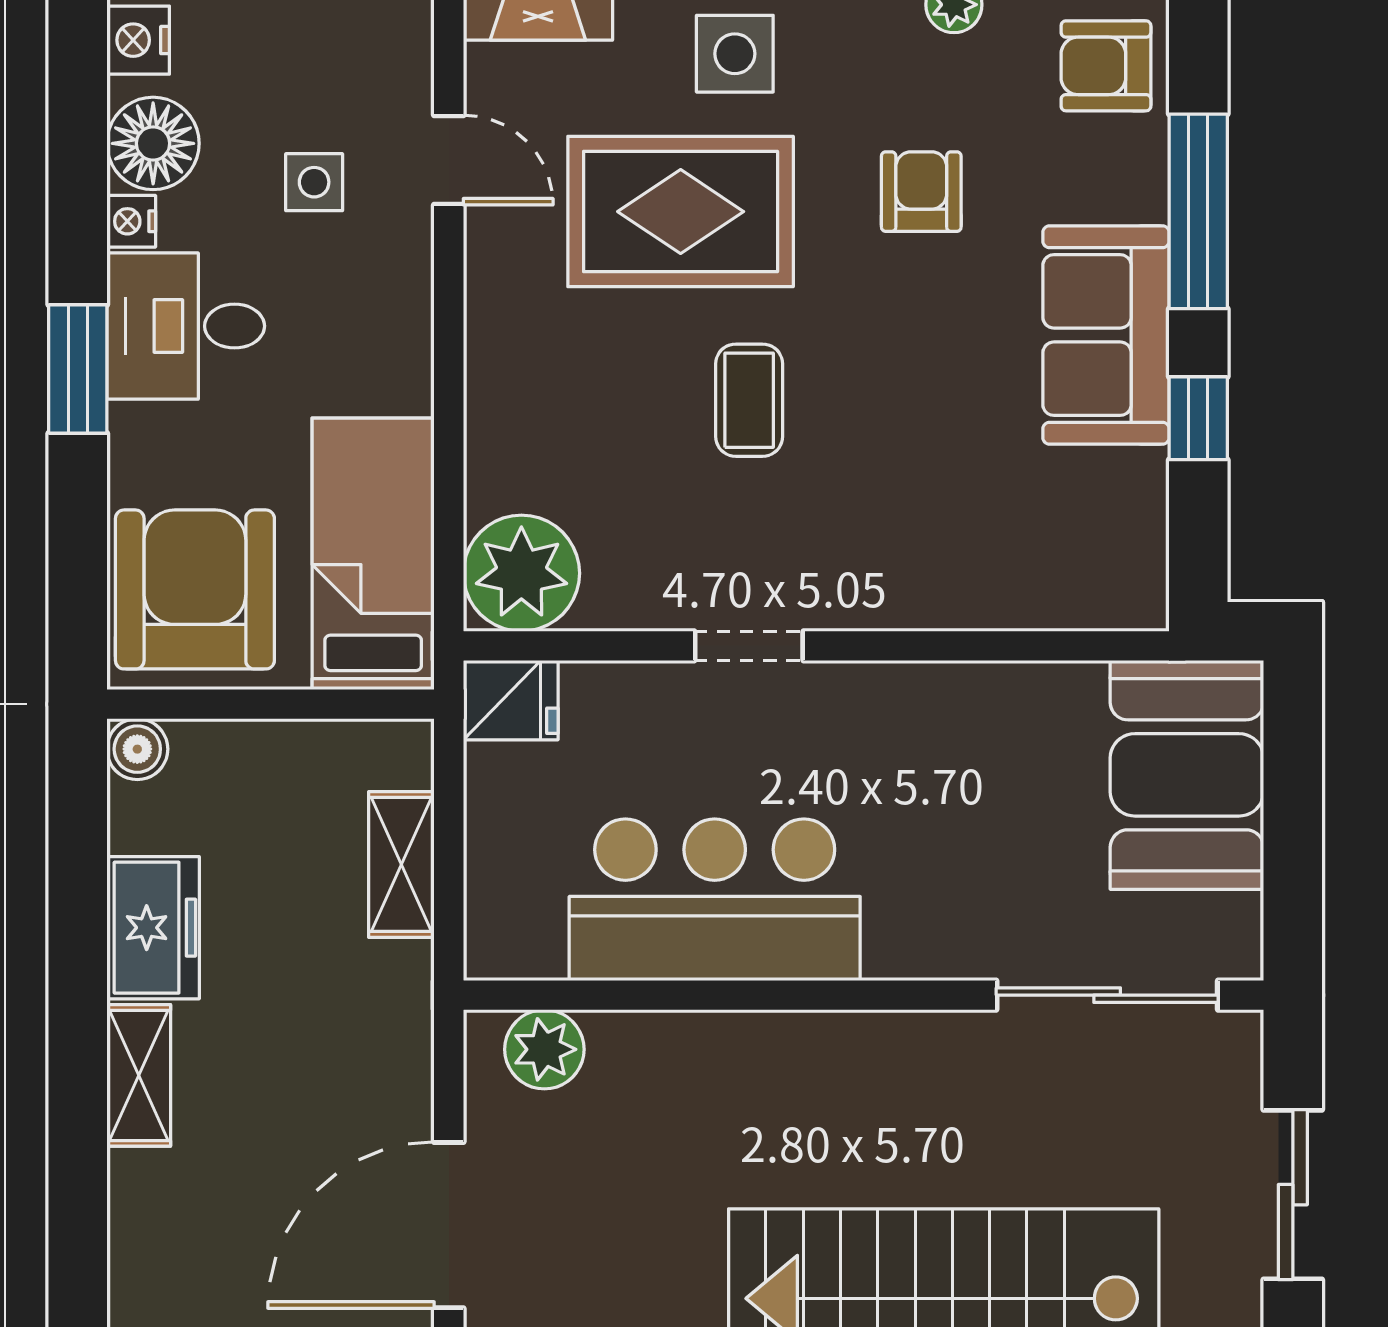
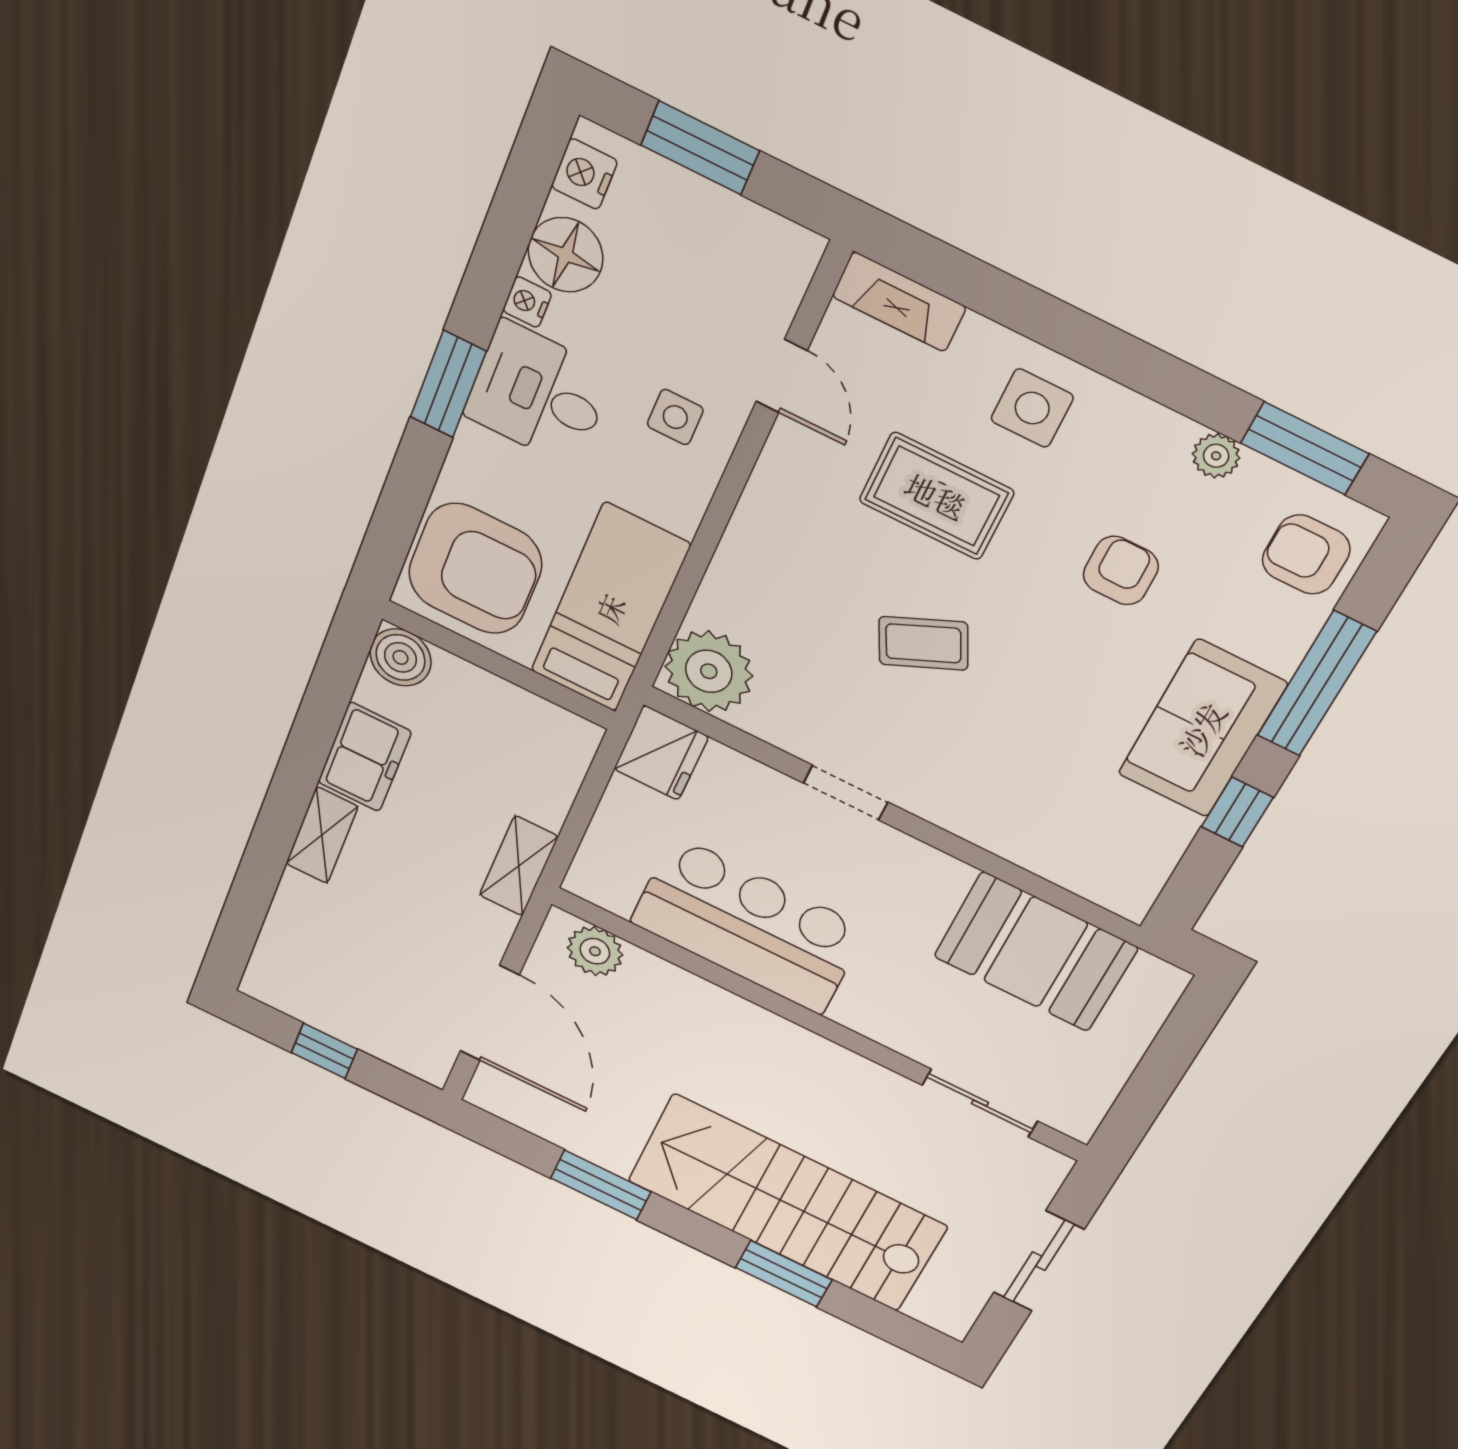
side table: (314, 182) -> (675, 417), moved
rug: (681, 212) -> (936, 496), width x0.73, depth x0.70
coffee table: (749, 400) -> (923, 643), turned 65
armchair: (195, 589) -> (475, 569), turned 90
fridge: (511, 700) -> (661, 753), width x1.38
boiler: (137, 749) -> (400, 657), width x1.36, depth x1.36
booth: (1187, 775) -> (1035, 952), moved, turned 90
shelving: (401, 864) -> (519, 866), moved
sliding door: (1107, 995) -> (980, 1103), width x0.73
door: (449, 1225) -> (490, 1013), swing flipped

